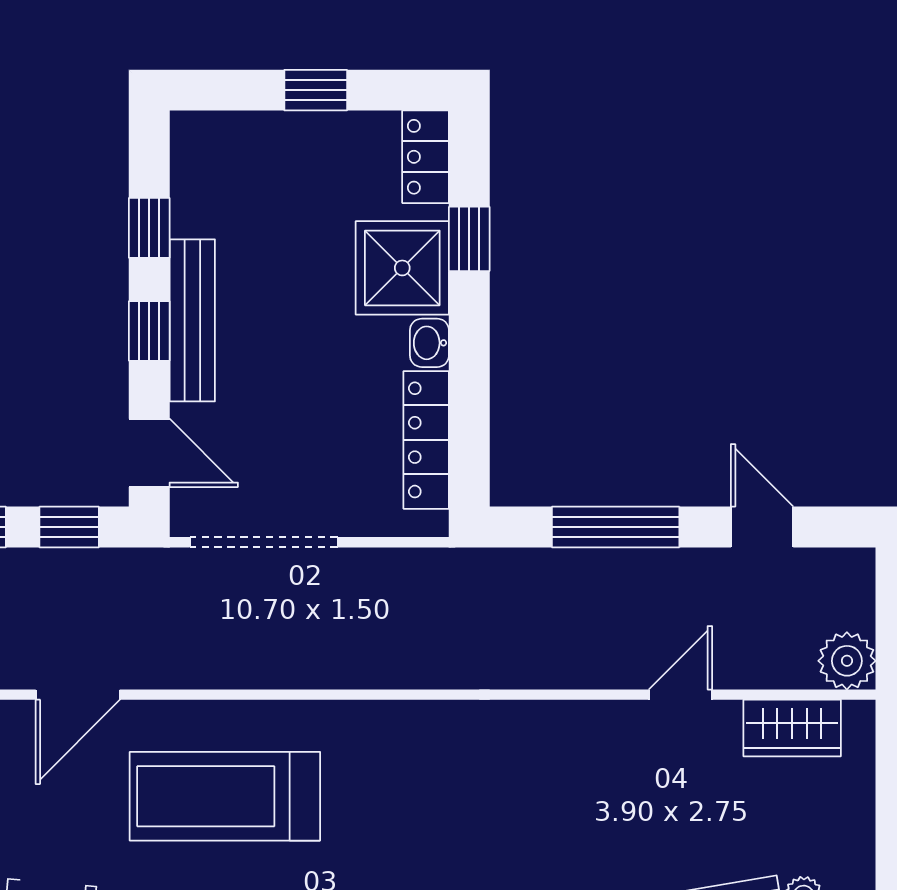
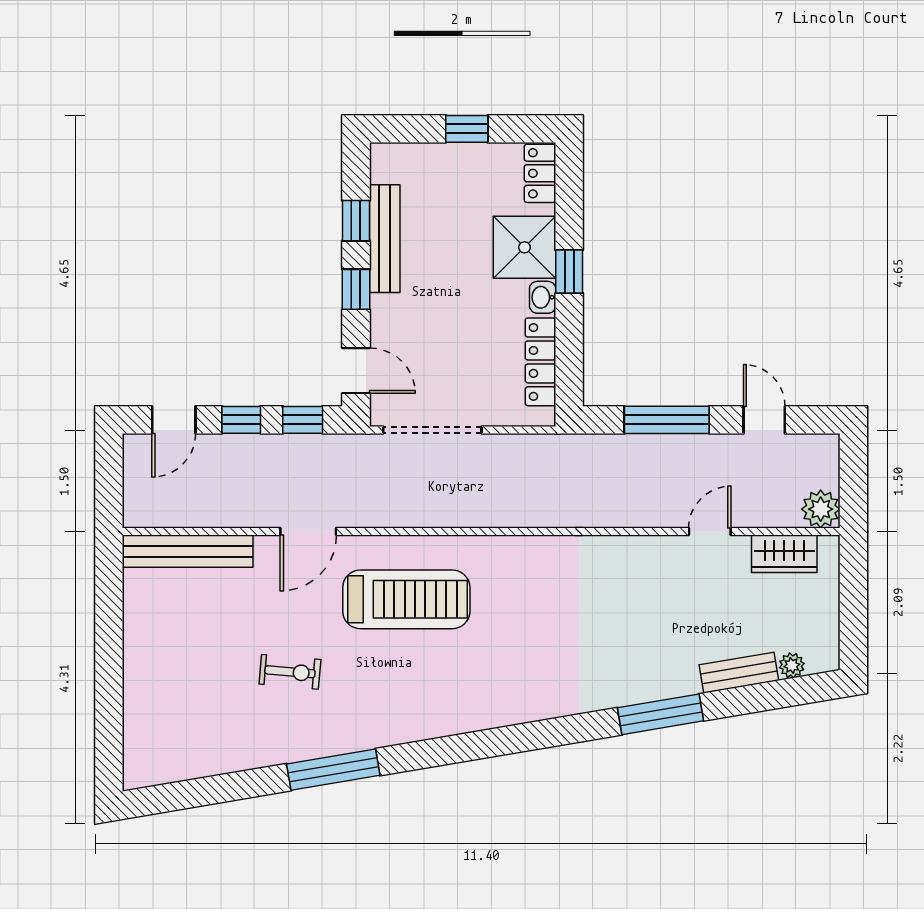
window: (469, 239) -> (569, 271), moved
bench: (192, 320) -> (385, 239), moved
treadmill: (225, 796) -> (406, 599), turned 180

